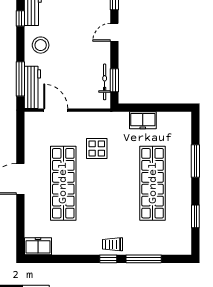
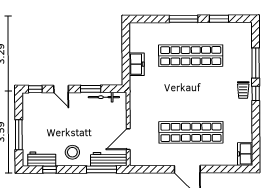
window: (114, 80) -> (91, 89), moved
display table: (97, 148) -> (161, 104), removed
window: (195, 161) -> (183, 19), moved

